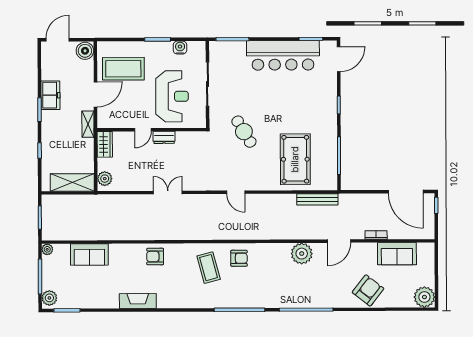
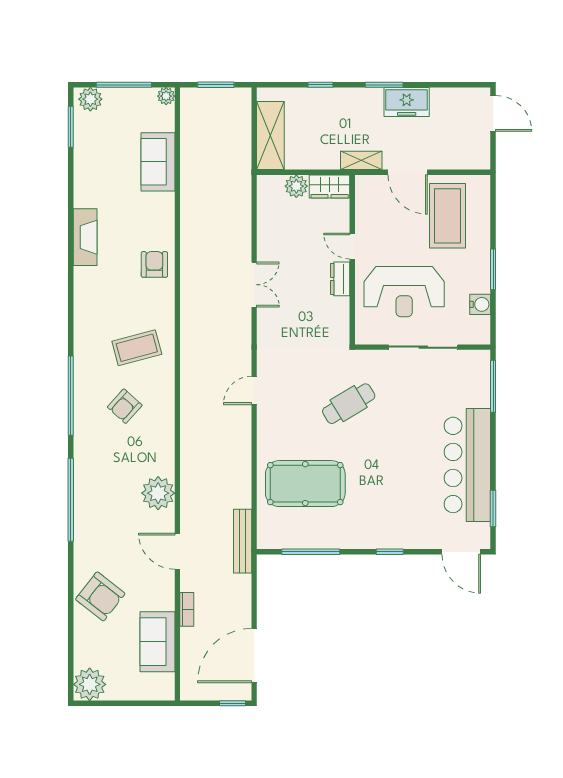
boiler: (85, 51) -> (476, 156), removed
plant: (105, 179) -> (296, 186), moved
bench: (317, 199) -> (243, 541), moved
armchair: (239, 258) -> (125, 406), moved, turned 42

